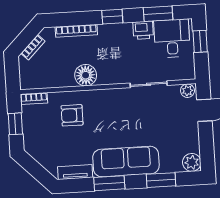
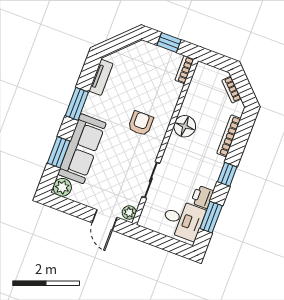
window: (200, 41) -> (169, 244), removed
armchair: (72, 115) -> (141, 123), moved
sofa: (126, 162) -> (82, 149), moved

